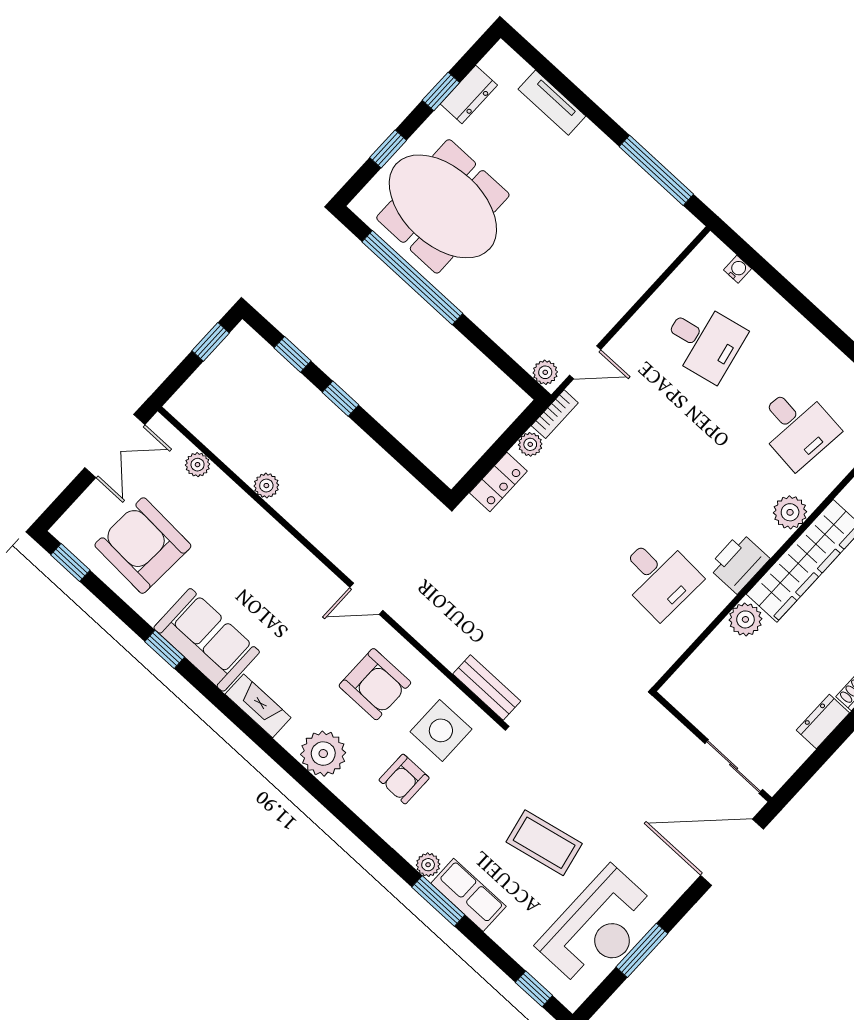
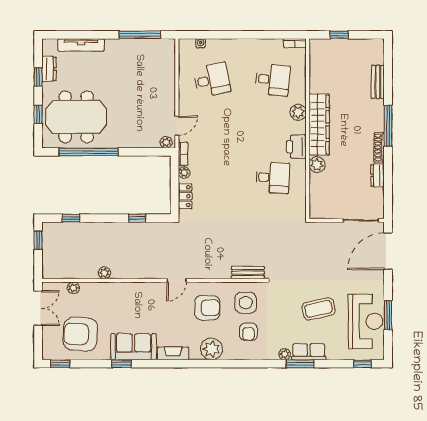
tv unit: (552, 103) -> (81, 45), width x1.41
window: (341, 399) -> (137, 218), moved

